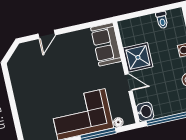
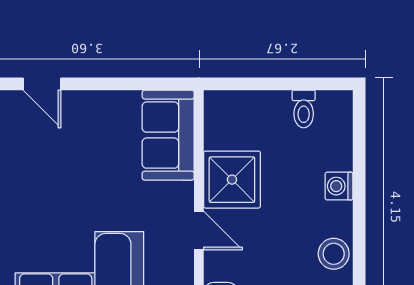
door: (47, 34) -> (42, 84), hinge flipped

